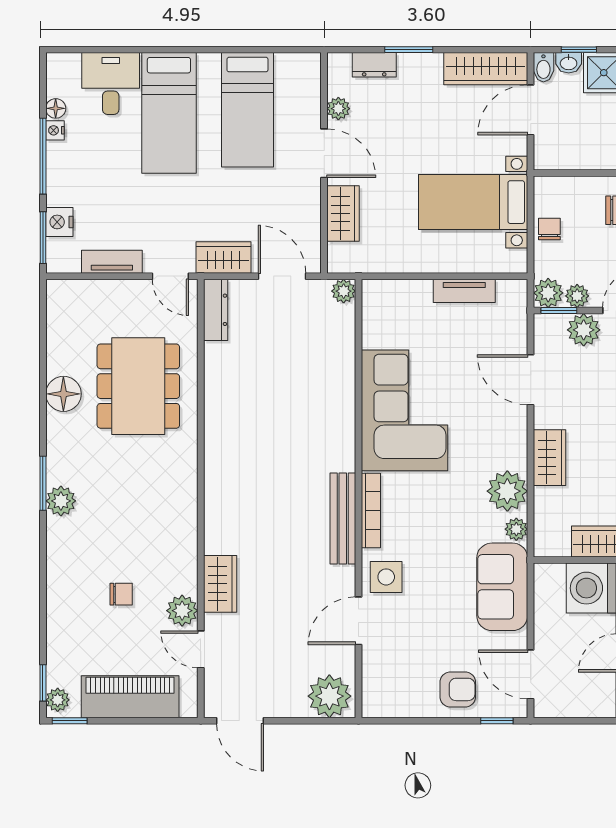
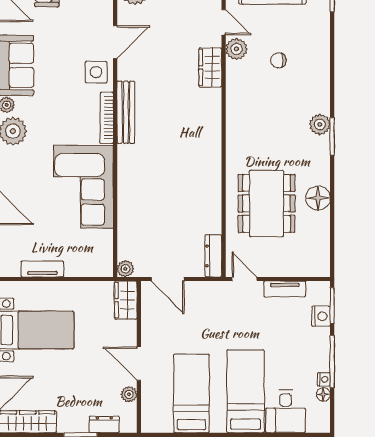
wardrobe: (343, 213) -> (126, 300), moved
wardrobe: (224, 257) -> (208, 292), removed

